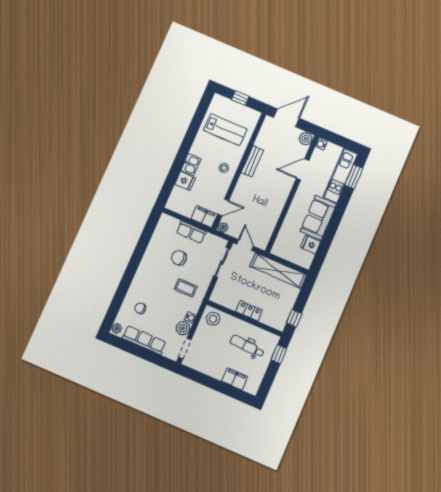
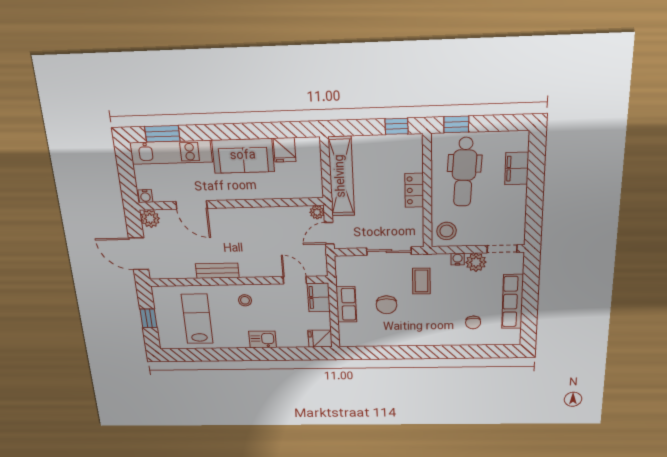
fridge: (185, 181) -> (320, 339), moved, turned -90
plant: (223, 227) -> (317, 212), moved
sliding door: (222, 262) -> (389, 251), moved
plant: (117, 328) -> (512, 339), removed
dental chair: (247, 346) -> (464, 172), width x1.36, depth x1.38

